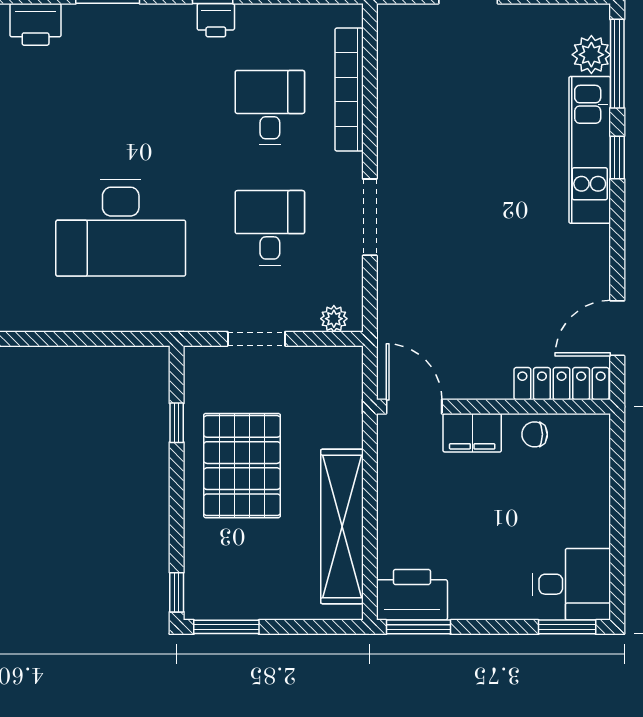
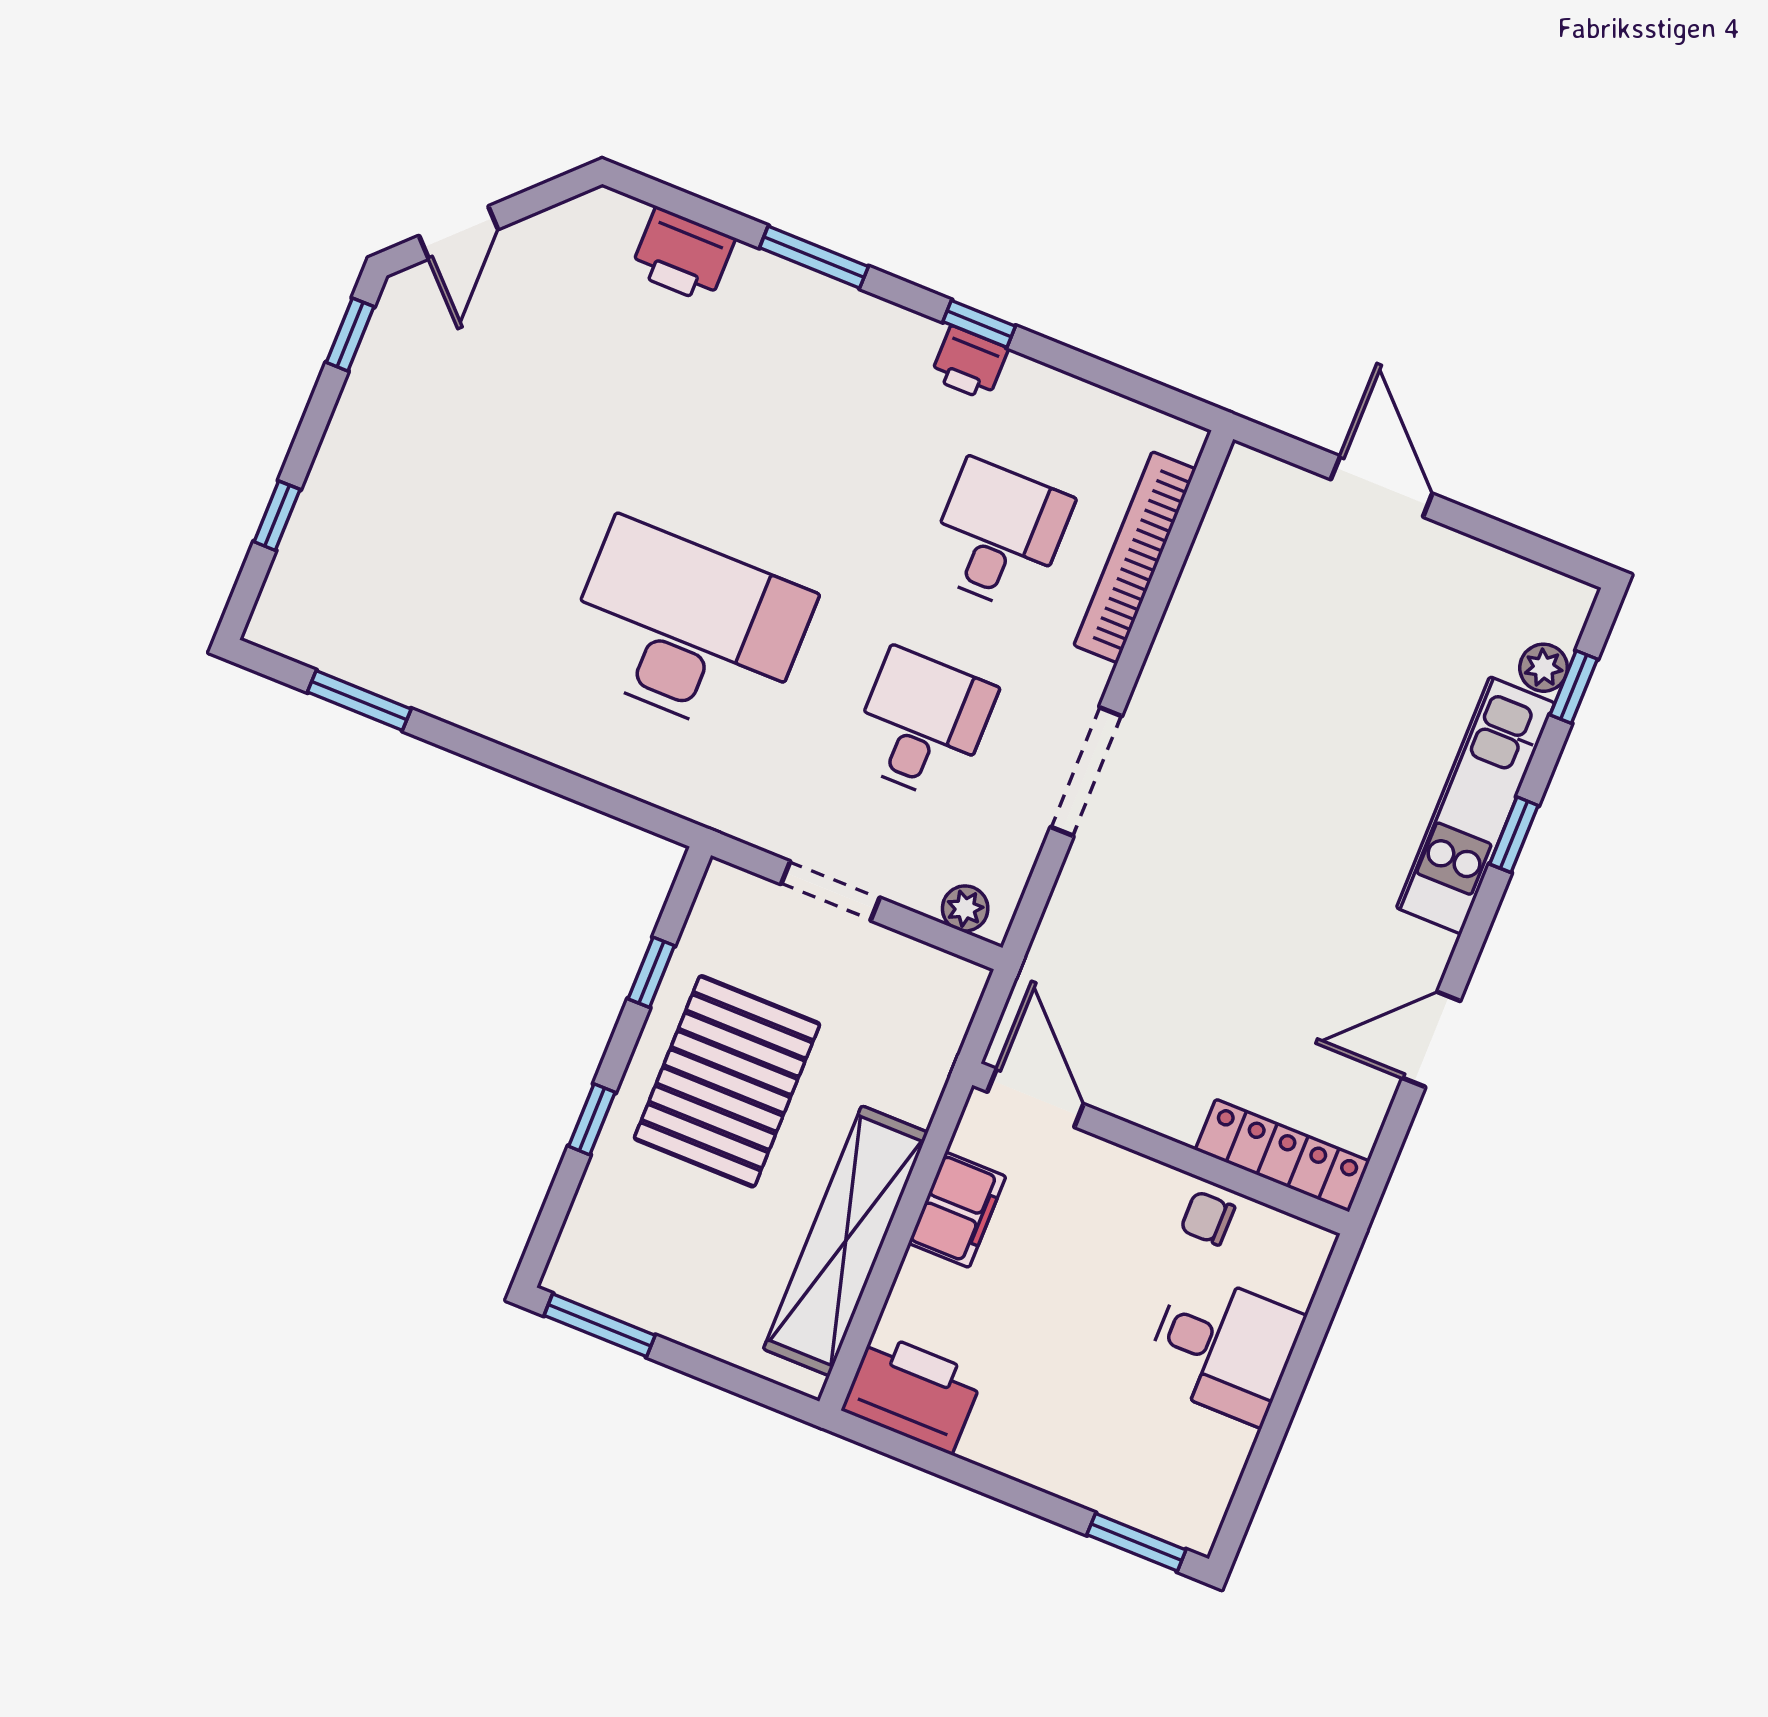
plant: (591, 55) -> (1544, 668), width x0.73, depth x0.73
window: (617, 64) -> (1574, 687), width x0.46
desk: (121, 228) -> (687, 630), turned 180
door: (617, 328) -> (1431, 1039), moved
filing cabinet: (472, 433) -> (957, 1210), moved, turned -90
desk: (572, 584) -> (1223, 1348), moved
window: (177, 592) -> (592, 1119), moved
window: (418, 627) -> (902, 1448), removed

